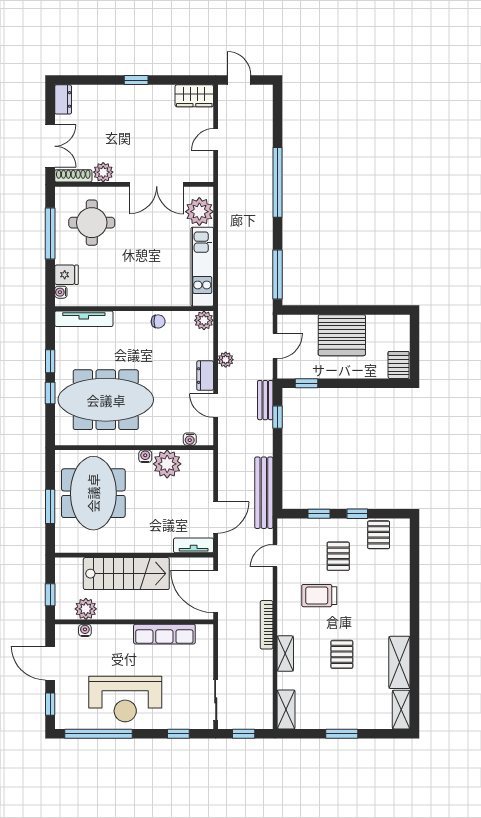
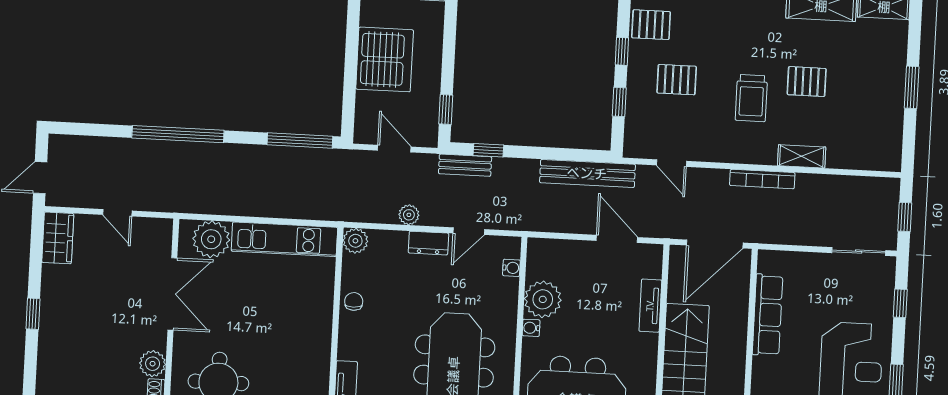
tv unit: (194, 545) -> (650, 306), moved
trolley: (319, 596) -> (751, 98), moved
shelving: (286, 709) -> (876, 159), removed

